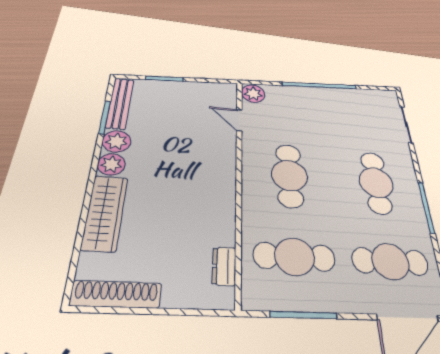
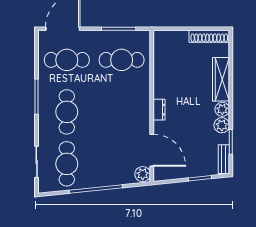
bench: (120, 103) -> (224, 159), width x0.73
door: (239, 120) -> (152, 150), width x1.88
cafe table: (289, 175) -> (67, 164), moved
dresser: (224, 266) -> (159, 110), moved

